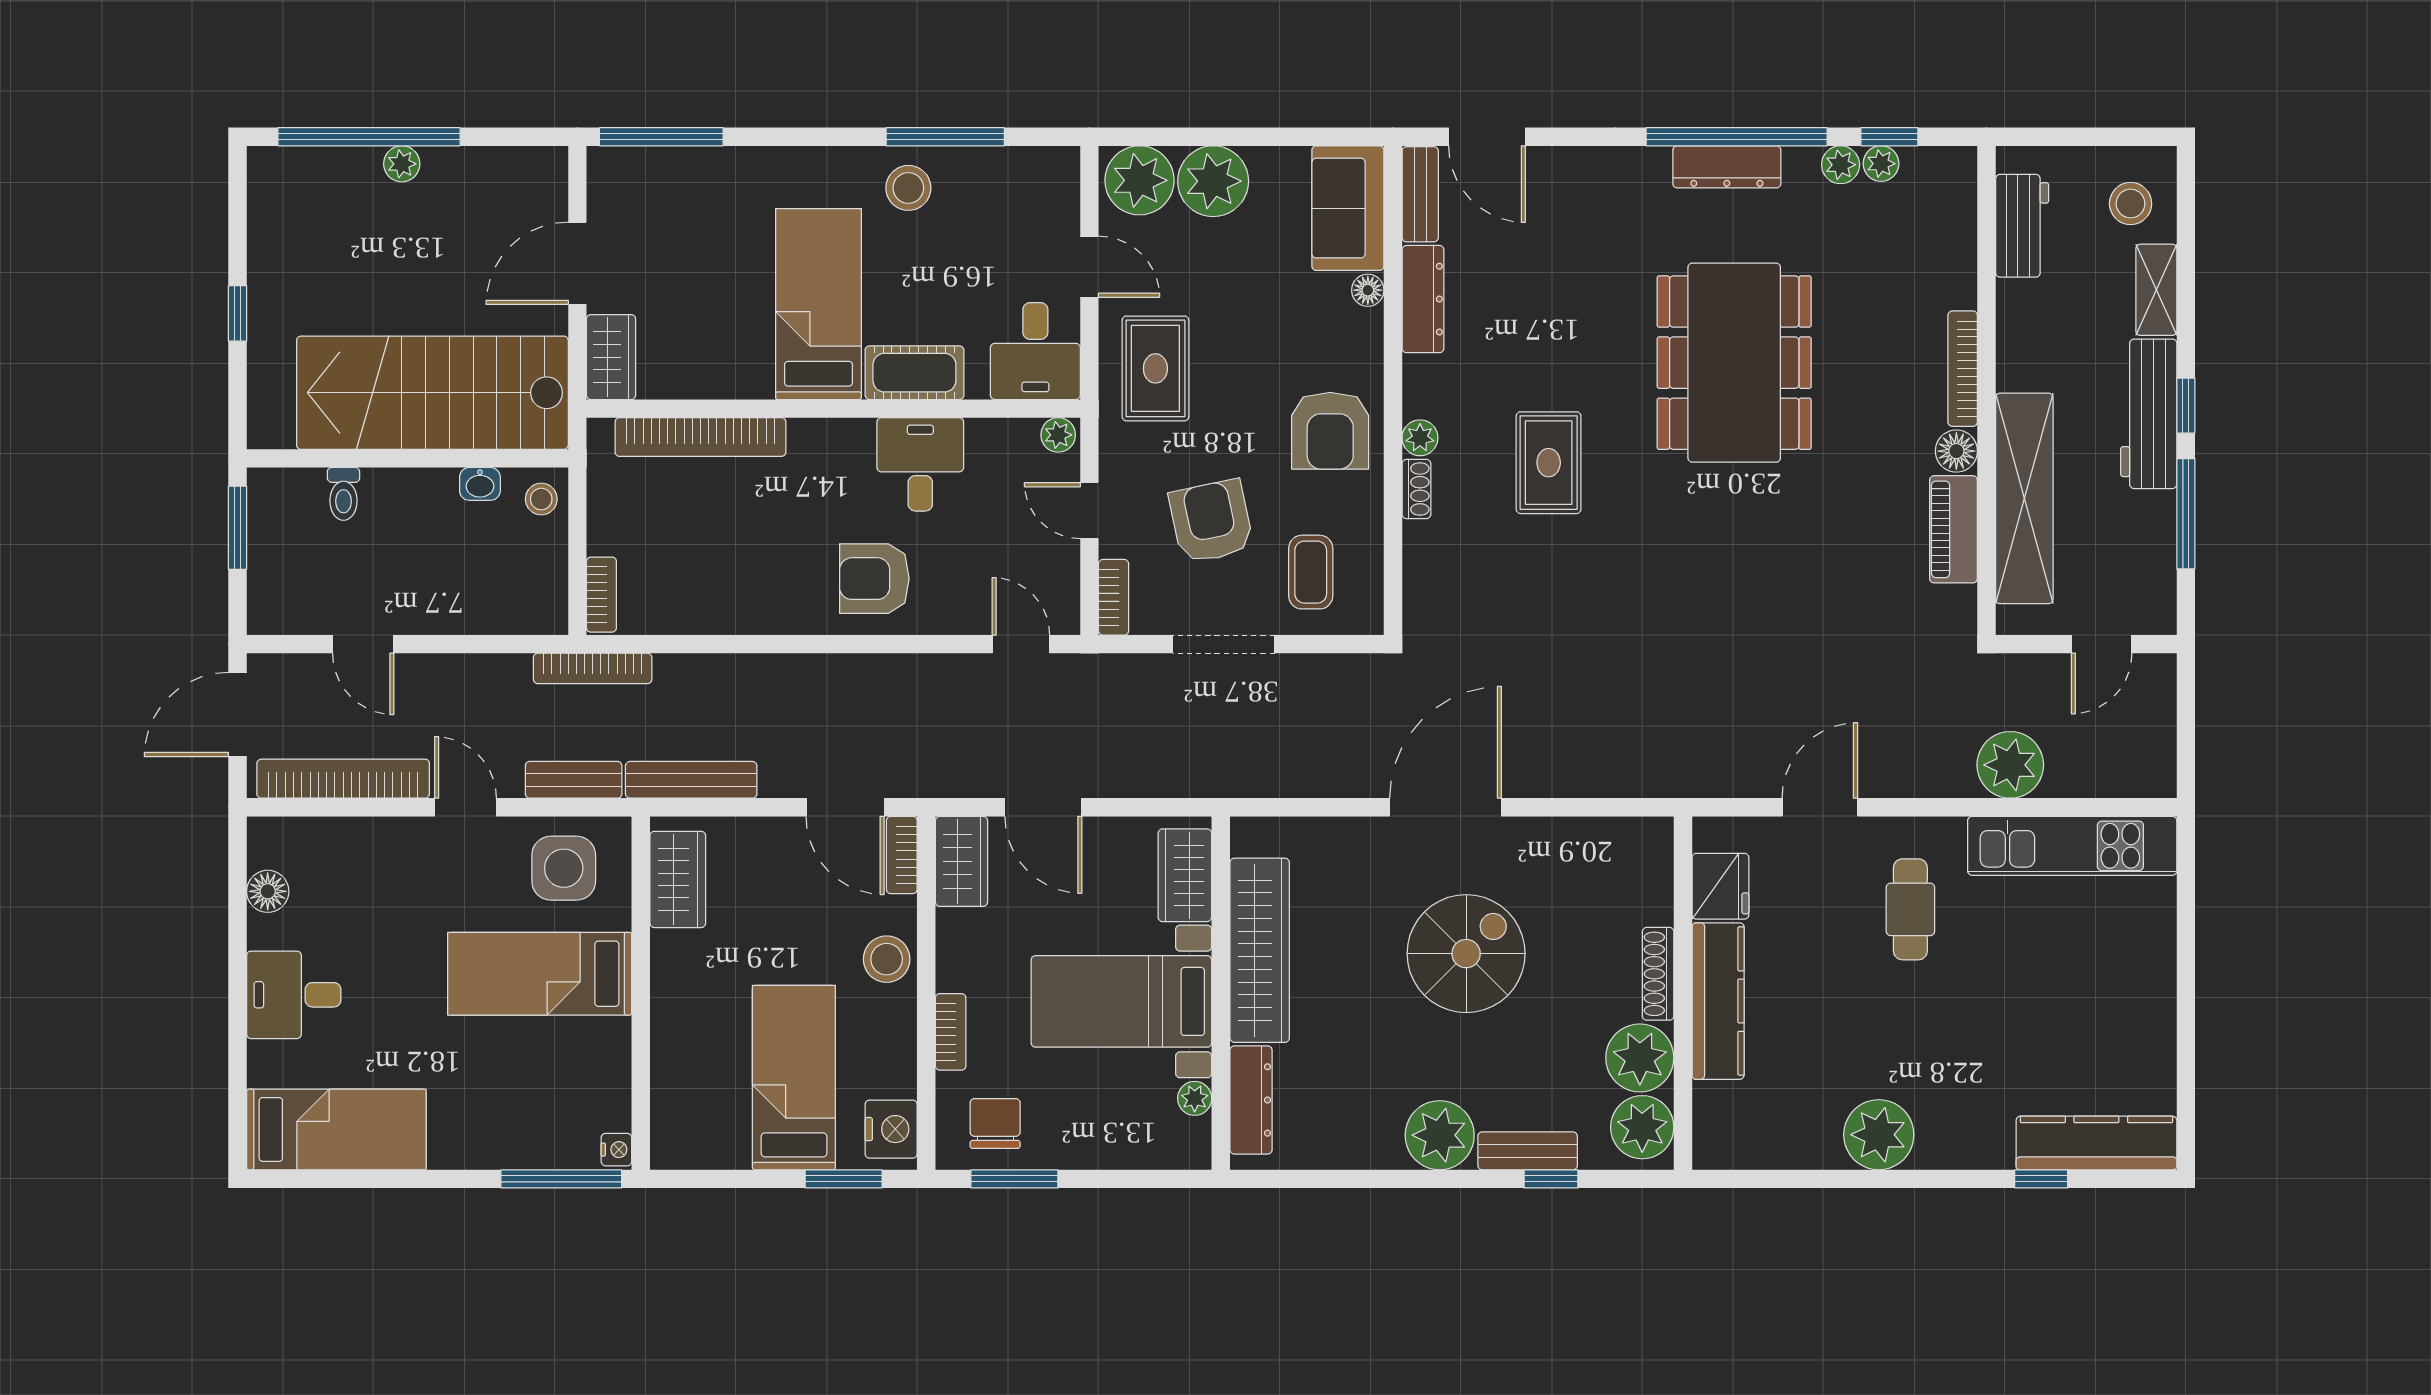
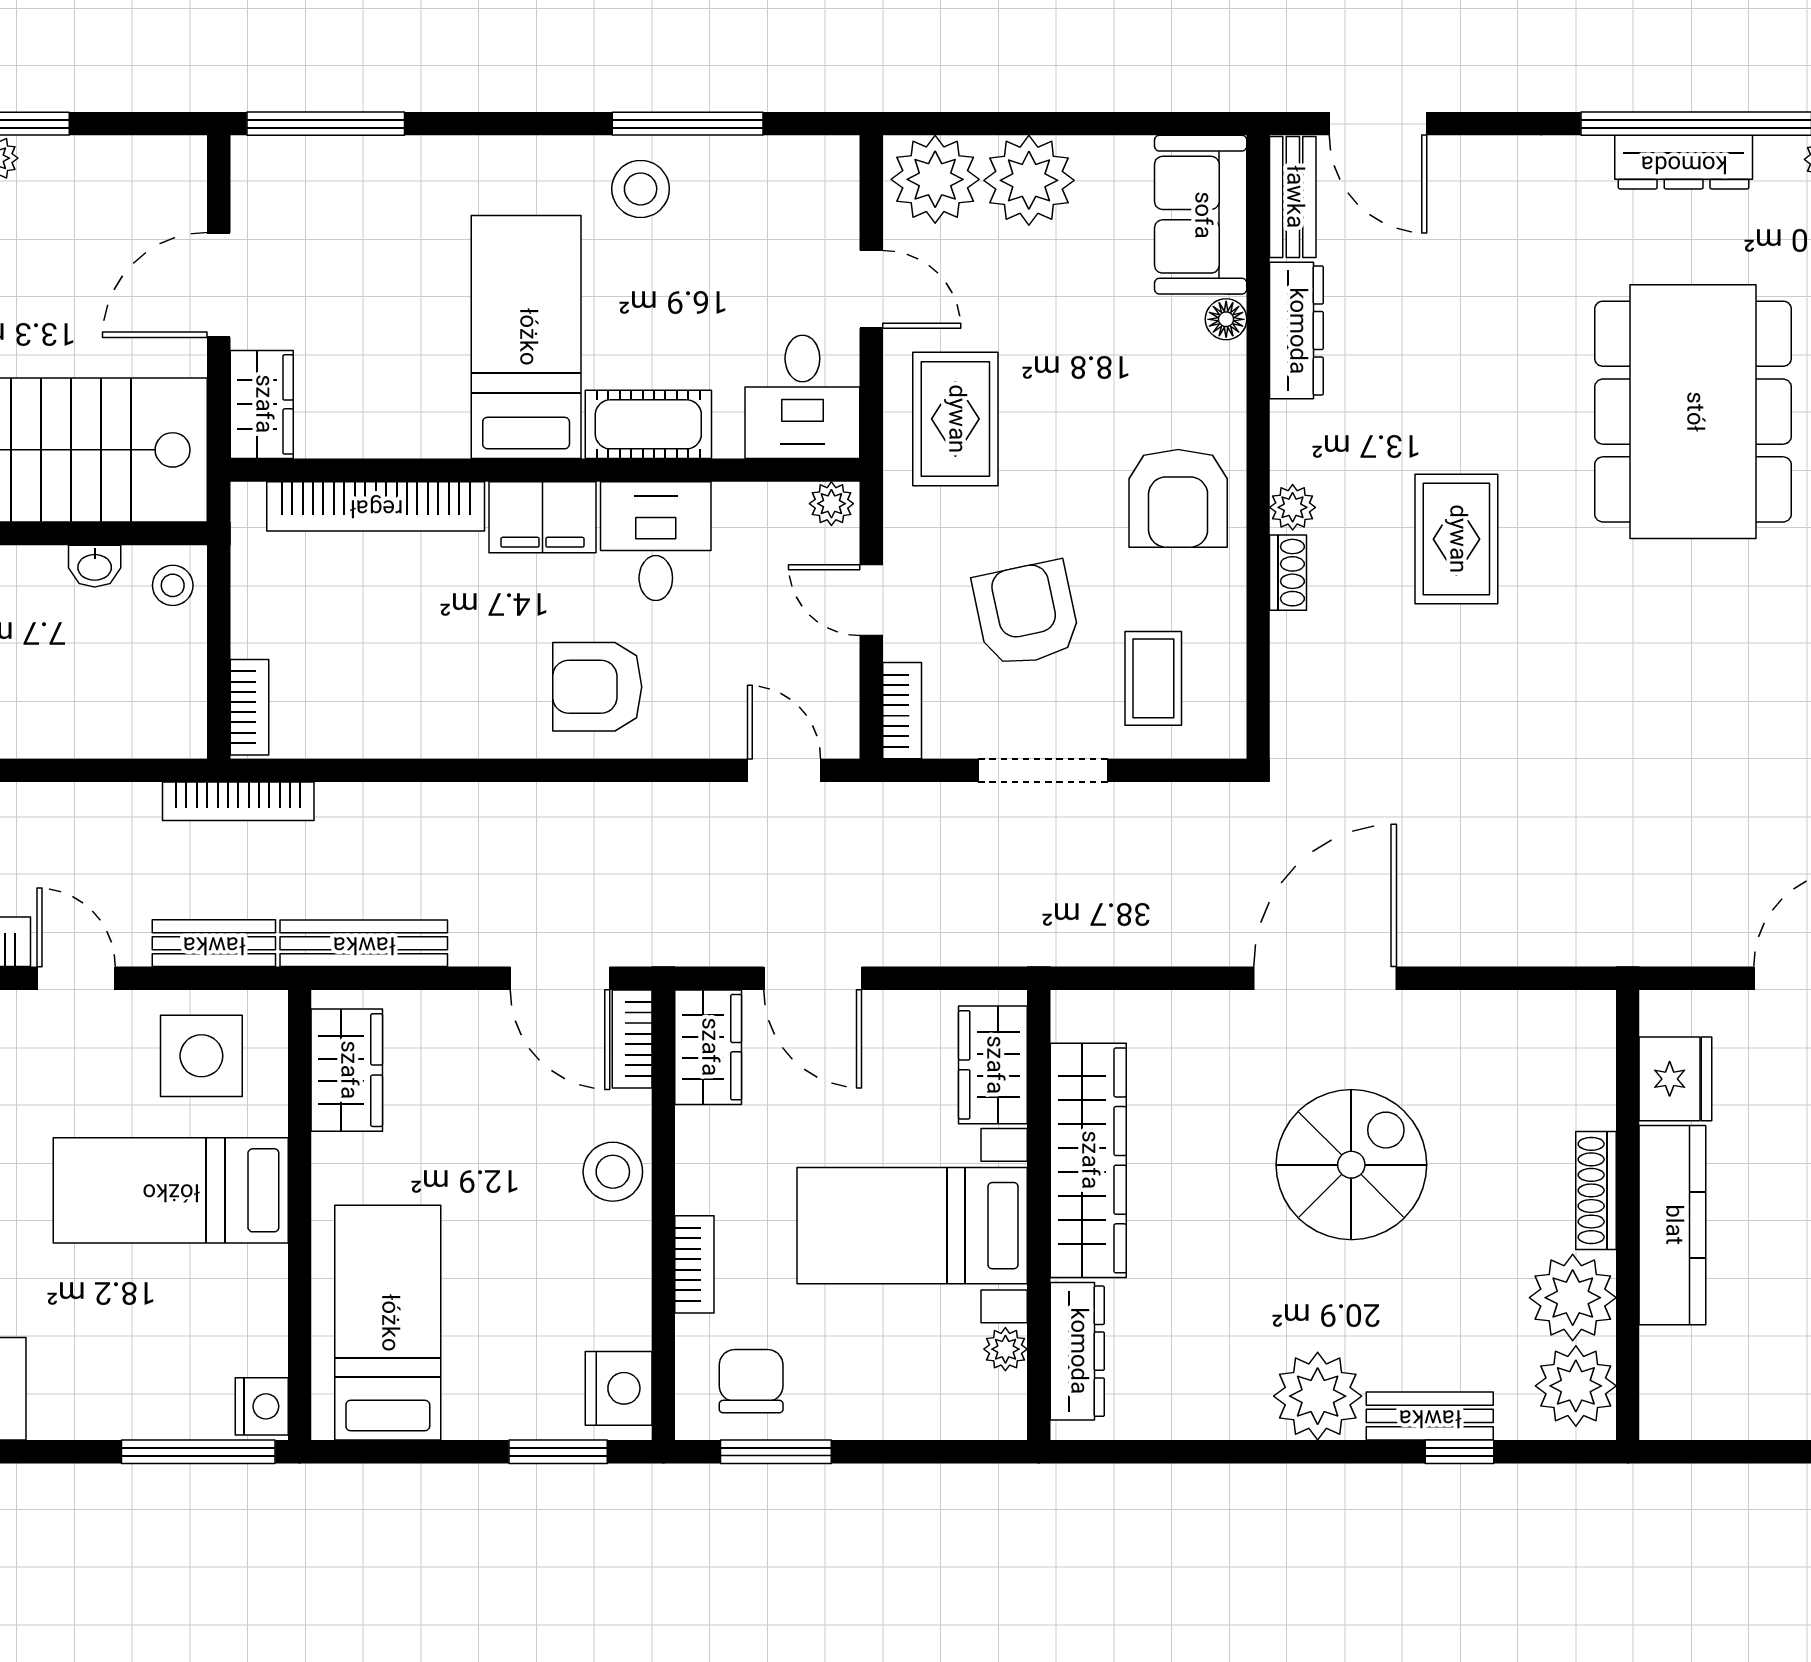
filing cabinet: (831, 446) -> (542, 517), added
bed: (794, 1078) -> (388, 1323), moved
nightstand: (616, 1150) -> (262, 1406), width x1.39, depth x1.35

